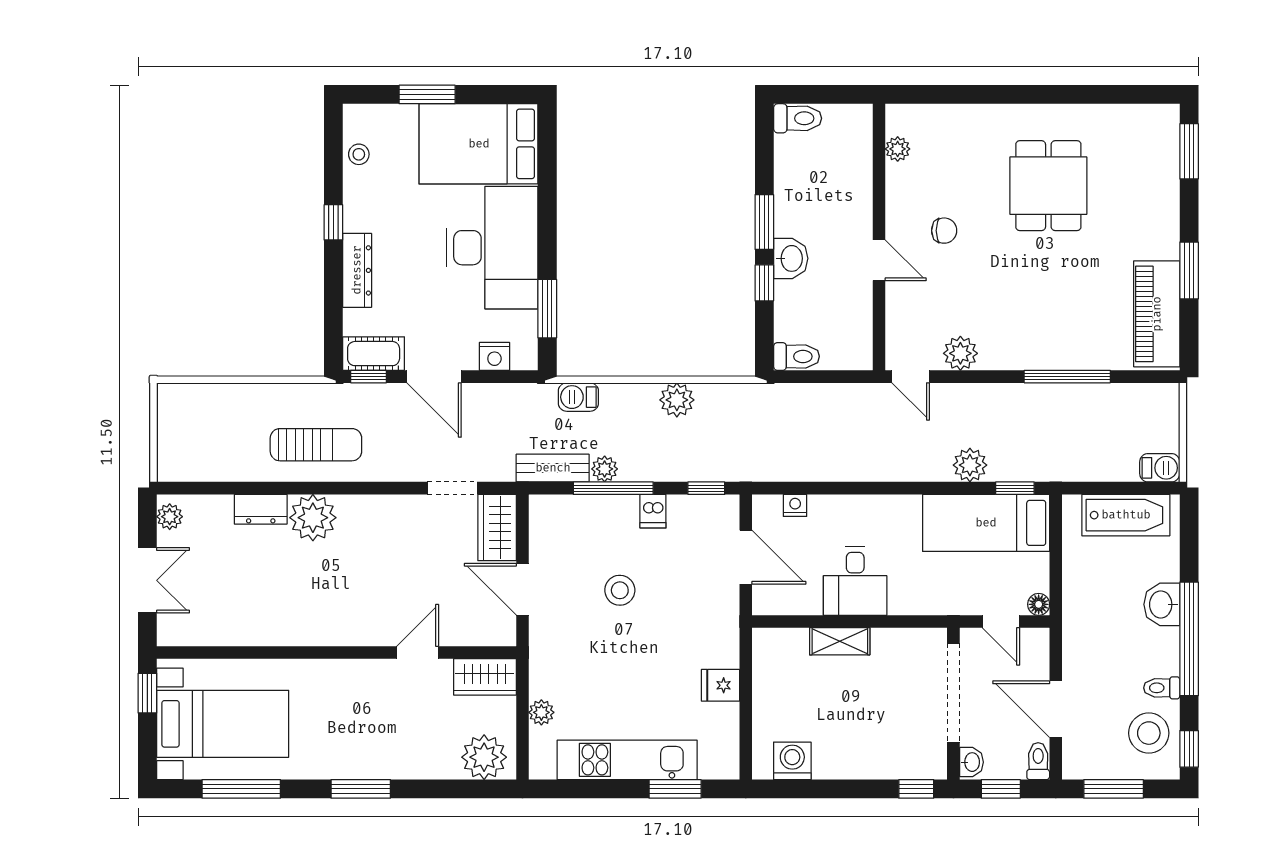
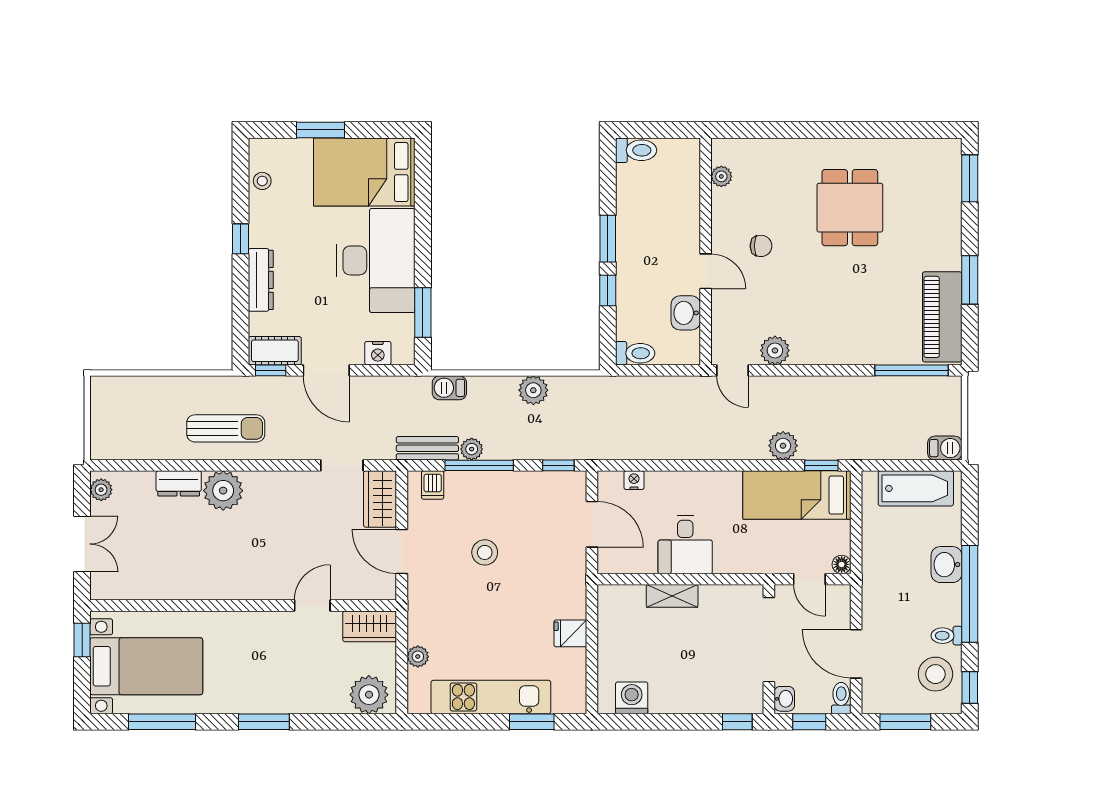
washbasin: (791, 258) -> (686, 313), moved, turned 180
window: (1067, 377) -> (911, 370), moved
dishwasher: (653, 511) -> (433, 485), moved

